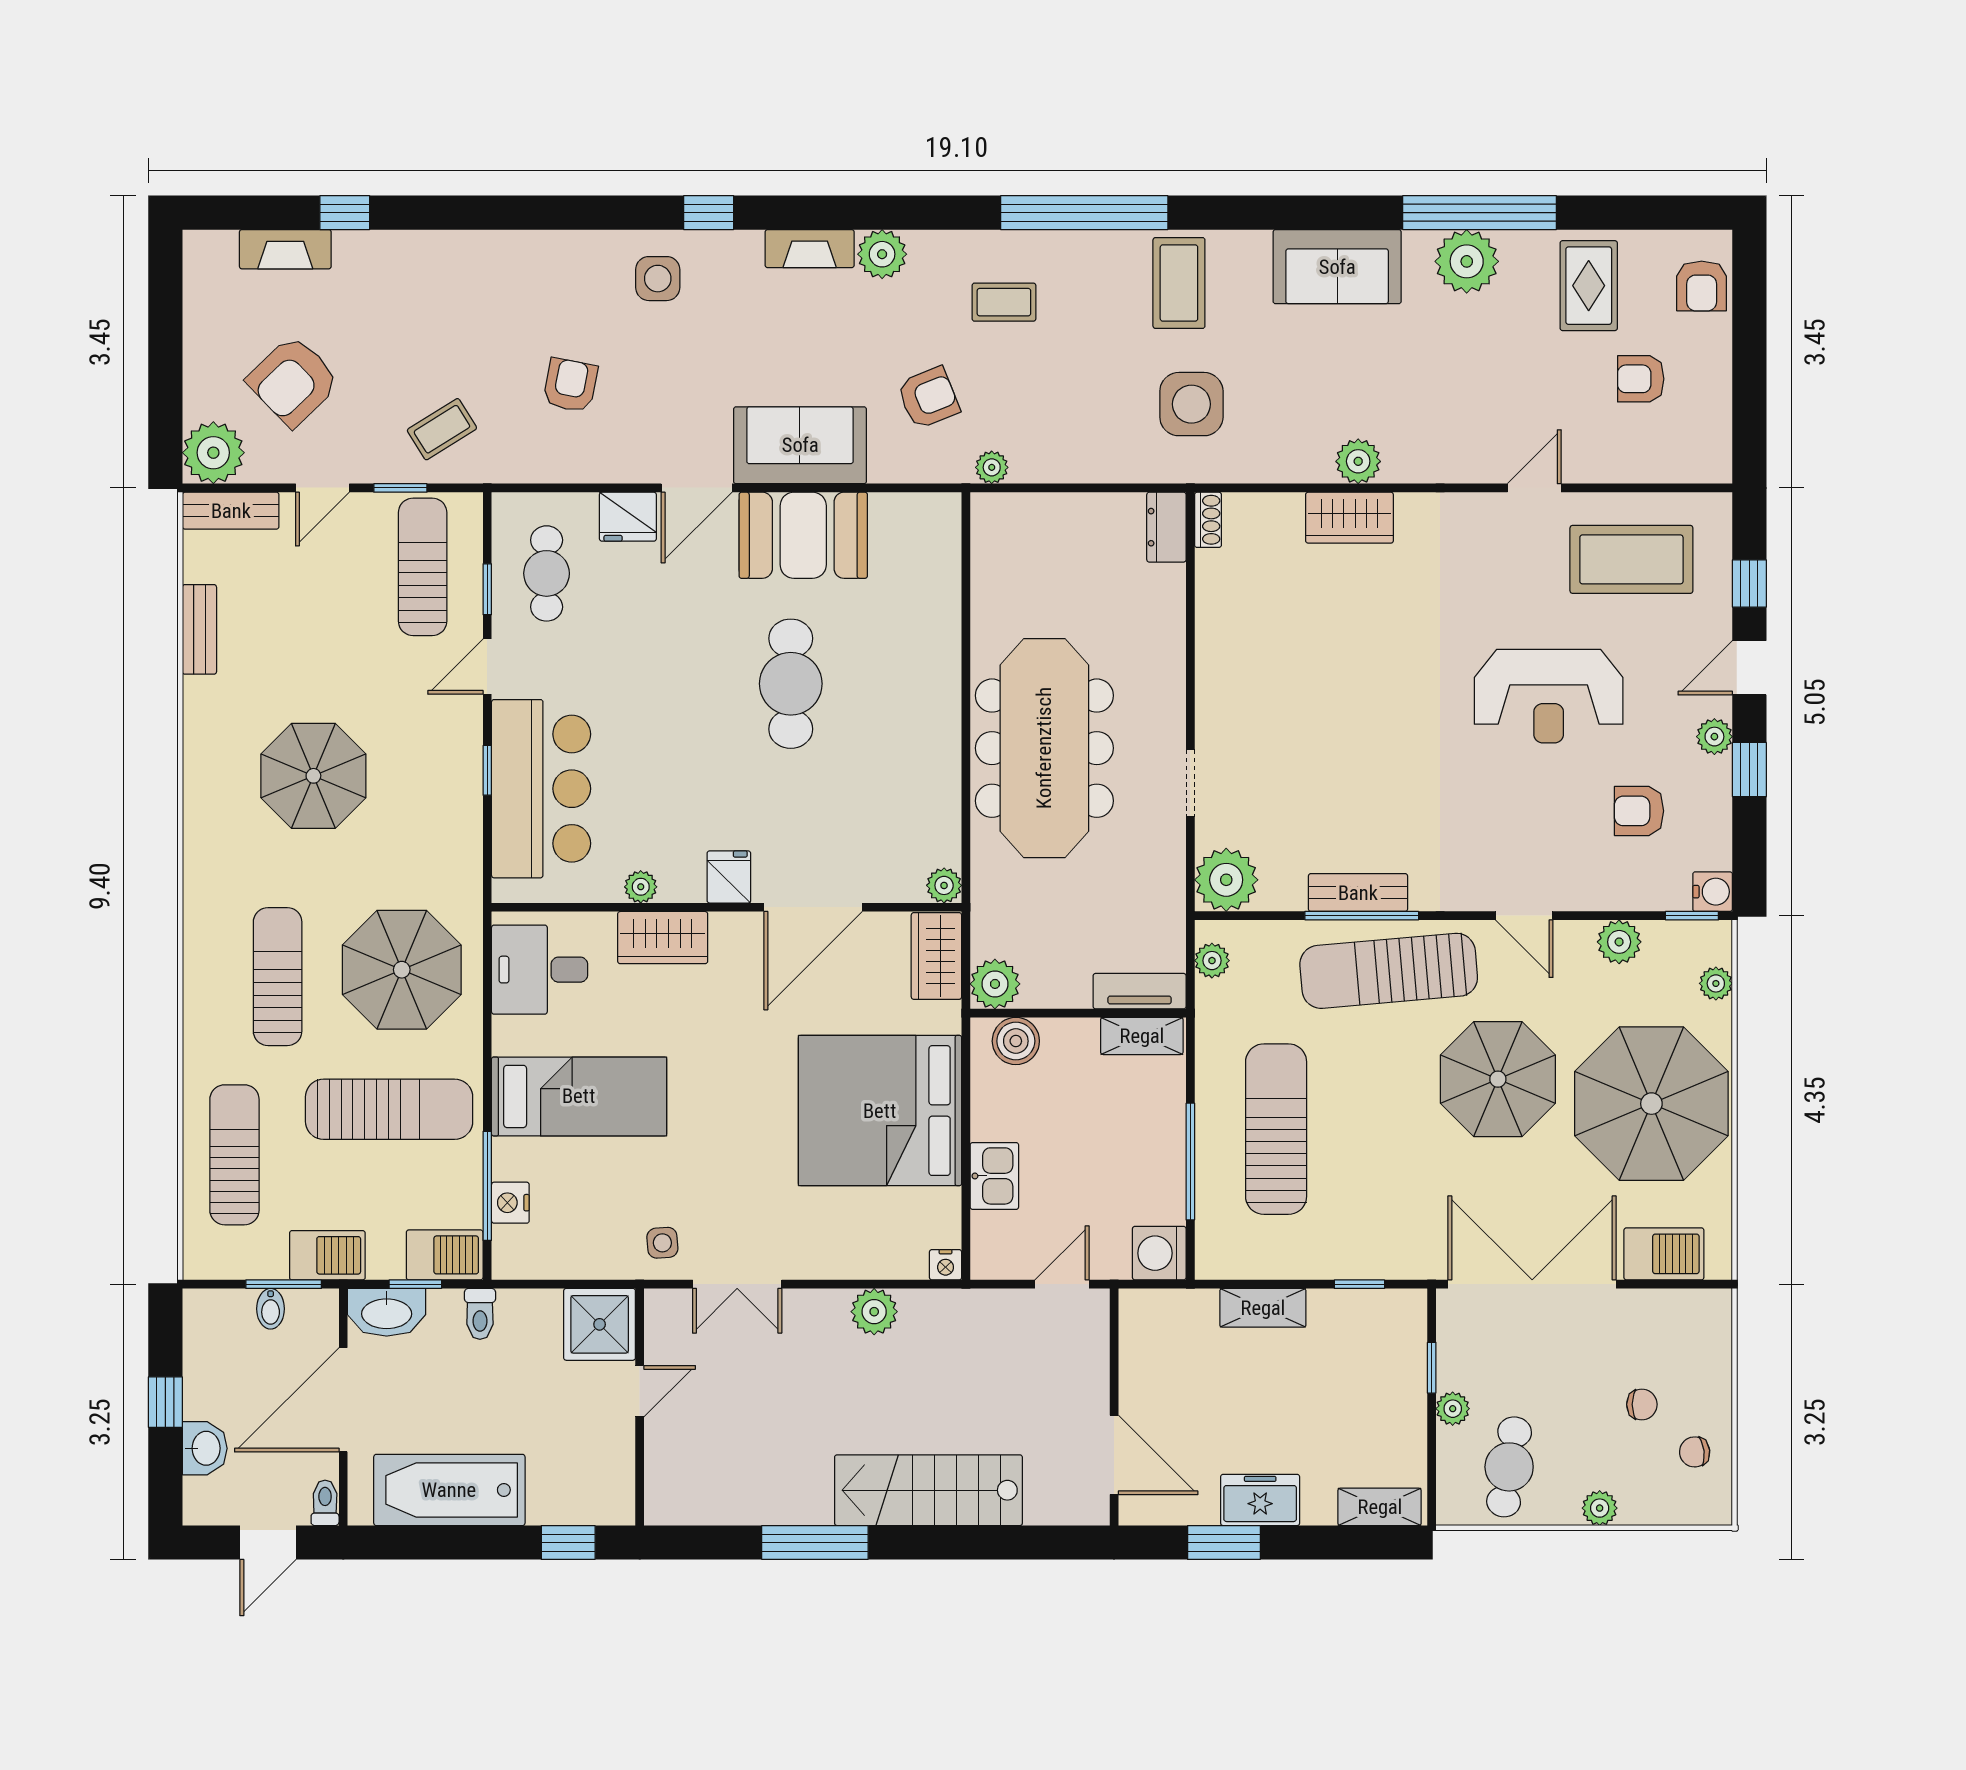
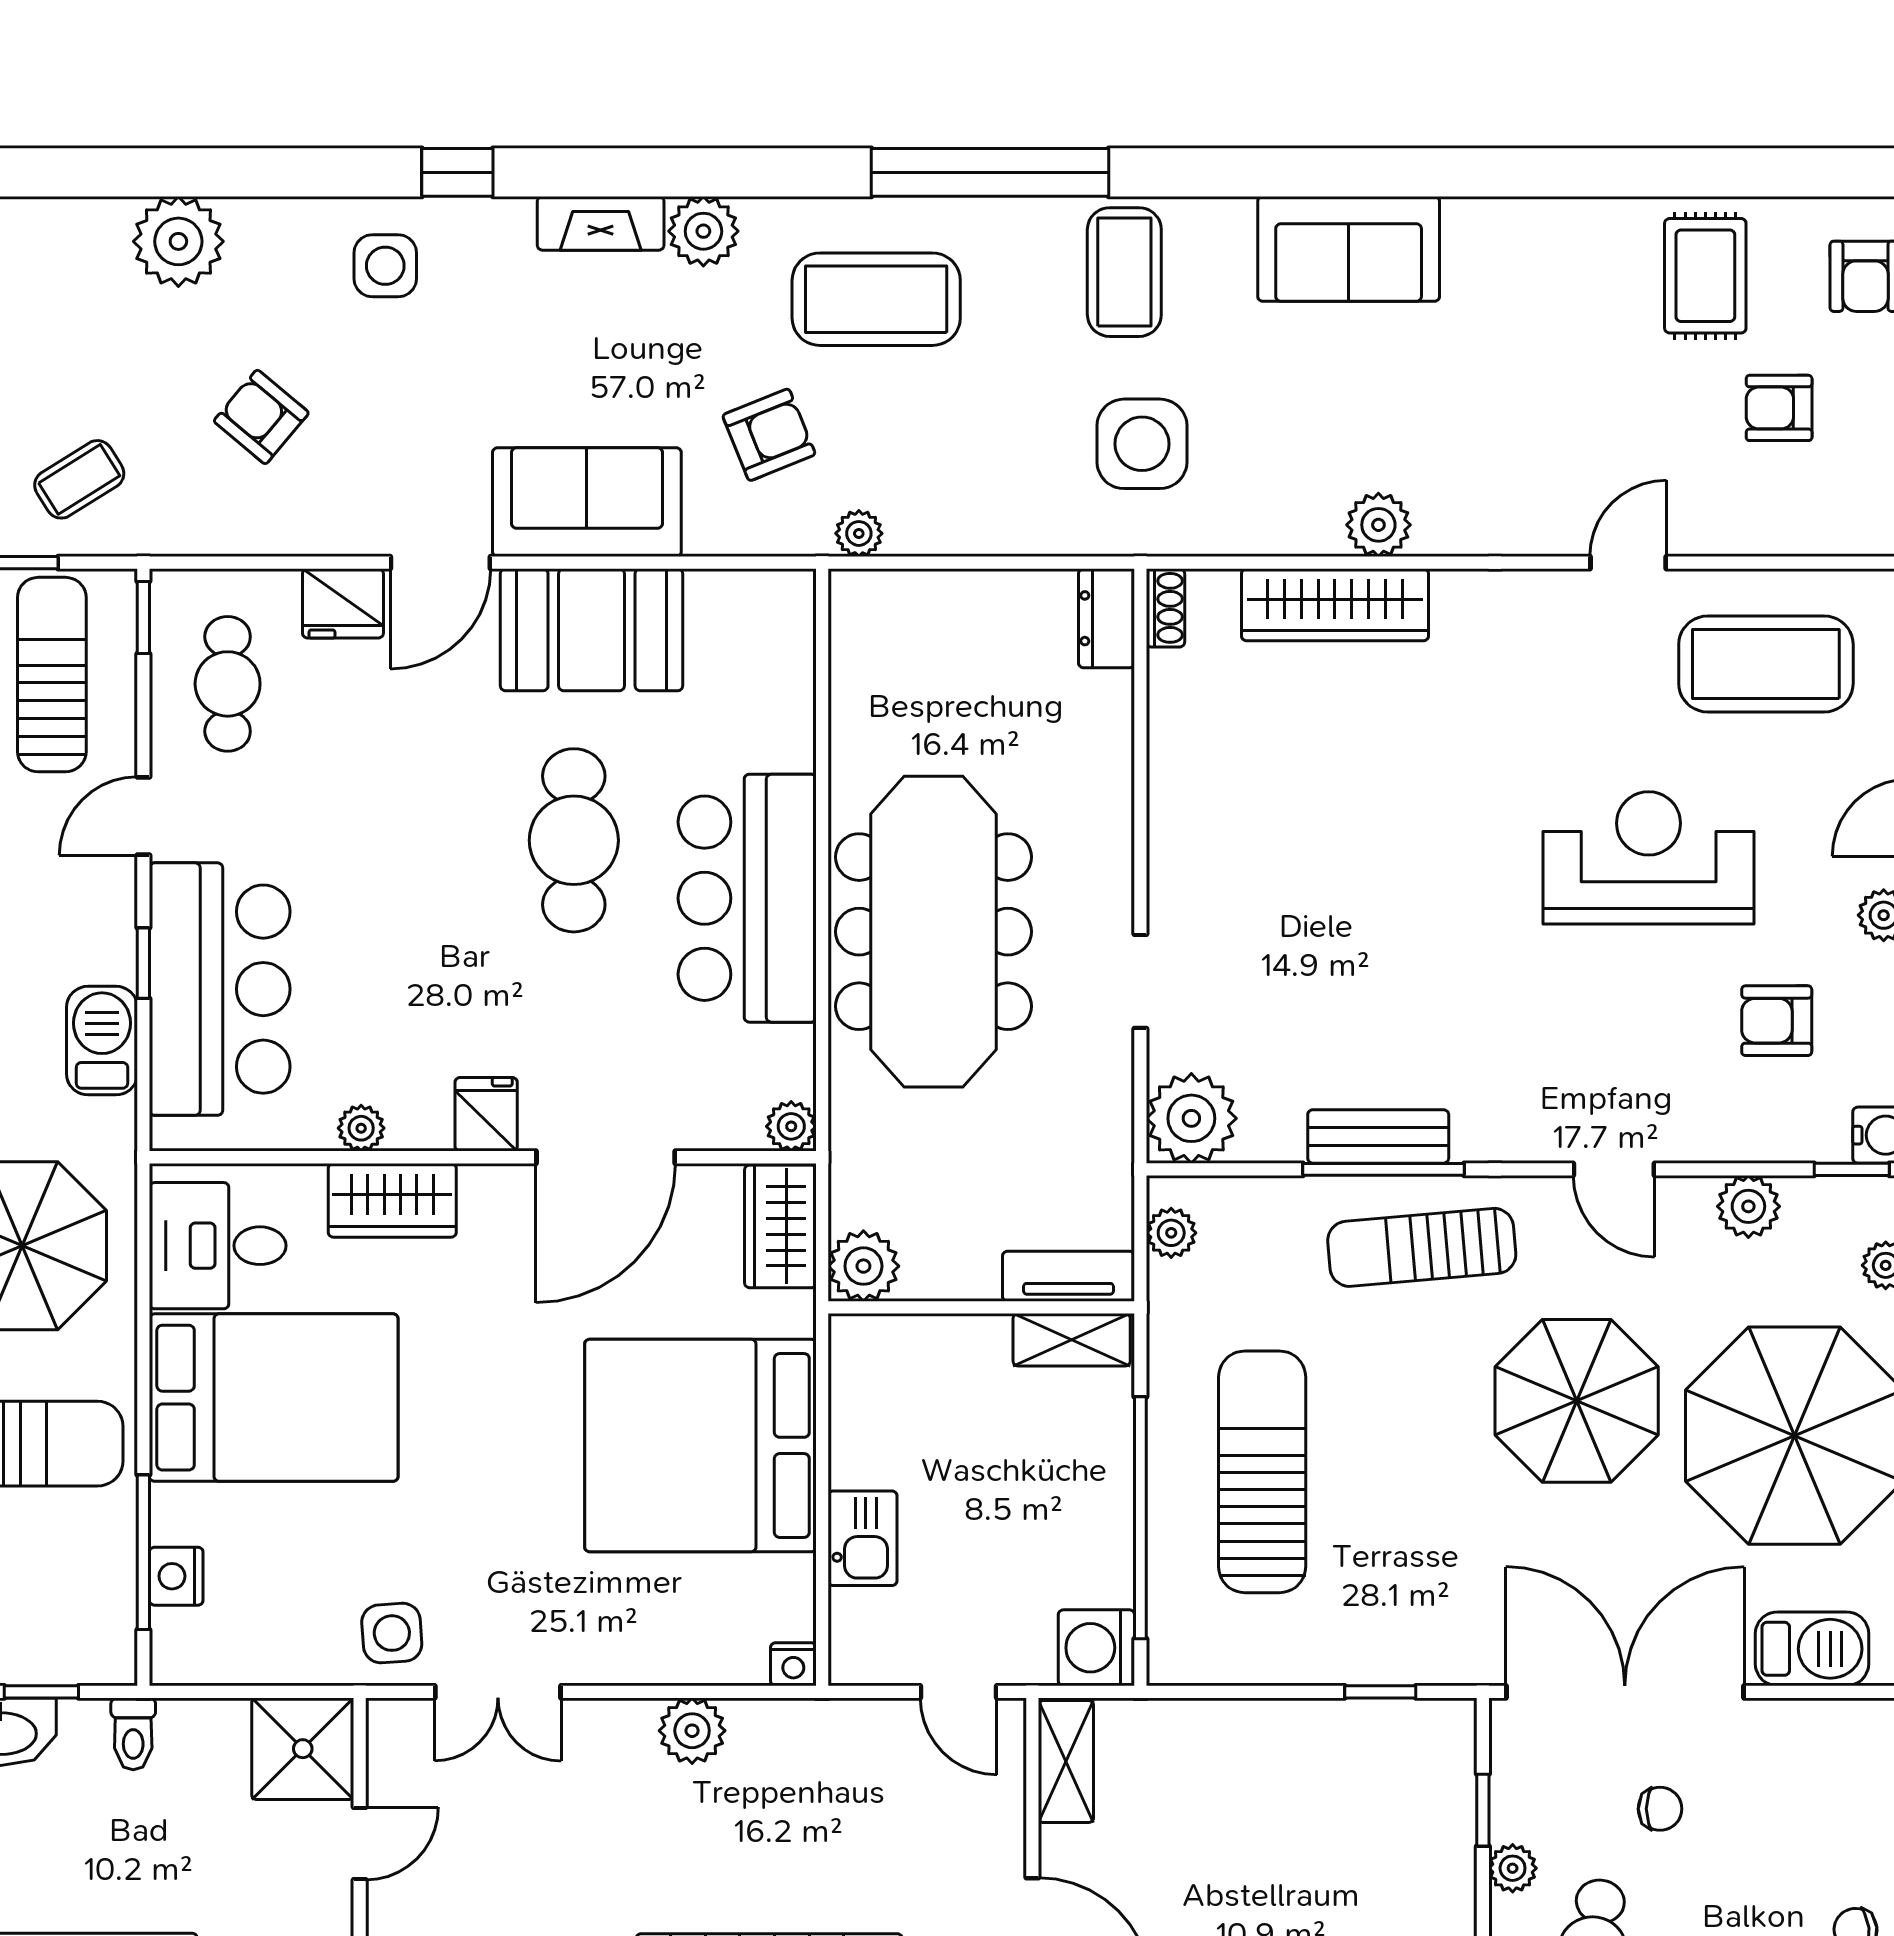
window: (1480, 213) -> (1551, 172), removed
plant: (1467, 261) -> (178, 241), moved
coffee table: (1004, 302) -> (876, 299), width x1.86, depth x1.72
armchair: (570, 385) -> (261, 417), turned -61
wardrobe: (1349, 518) -> (1335, 605), width x1.50
window: (487, 589) -> (143, 618), moved
reception desk: (1549, 696) -> (1649, 858), turned 180
bar counter: (913, 725) -> (747, 898), added
sun lounger: (1389, 971) -> (1422, 1247), width x0.73, depth x0.75
boiler: (1016, 1041) -> (893, 1347), removed
bed: (579, 1096) -> (274, 1398), width x1.50
window: (1190, 1162) -> (1140, 1518), width x1.46
side table: (662, 1243) -> (392, 1633), width x1.37, depth x1.37
barbecue: (445, 1255) -> (102, 1041), moved, turned -90
door: (1062, 1284) -> (958, 1692), swing flipped
shelving: (1263, 1308) -> (1066, 1761), moved, turned 90
chair: (1642, 1404) -> (1660, 1809), moved

